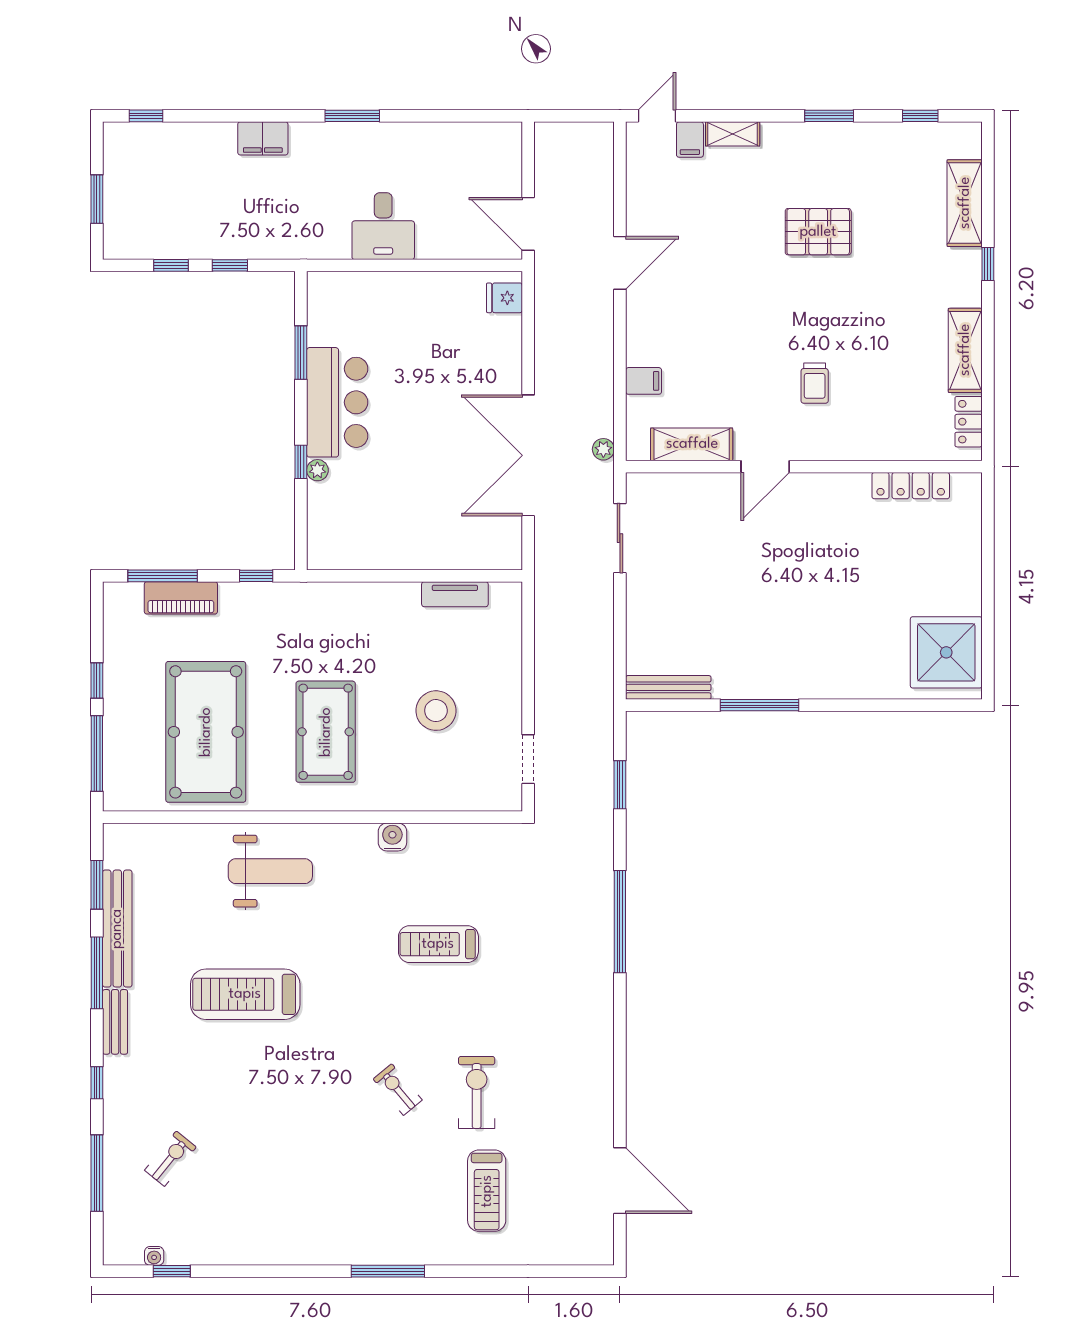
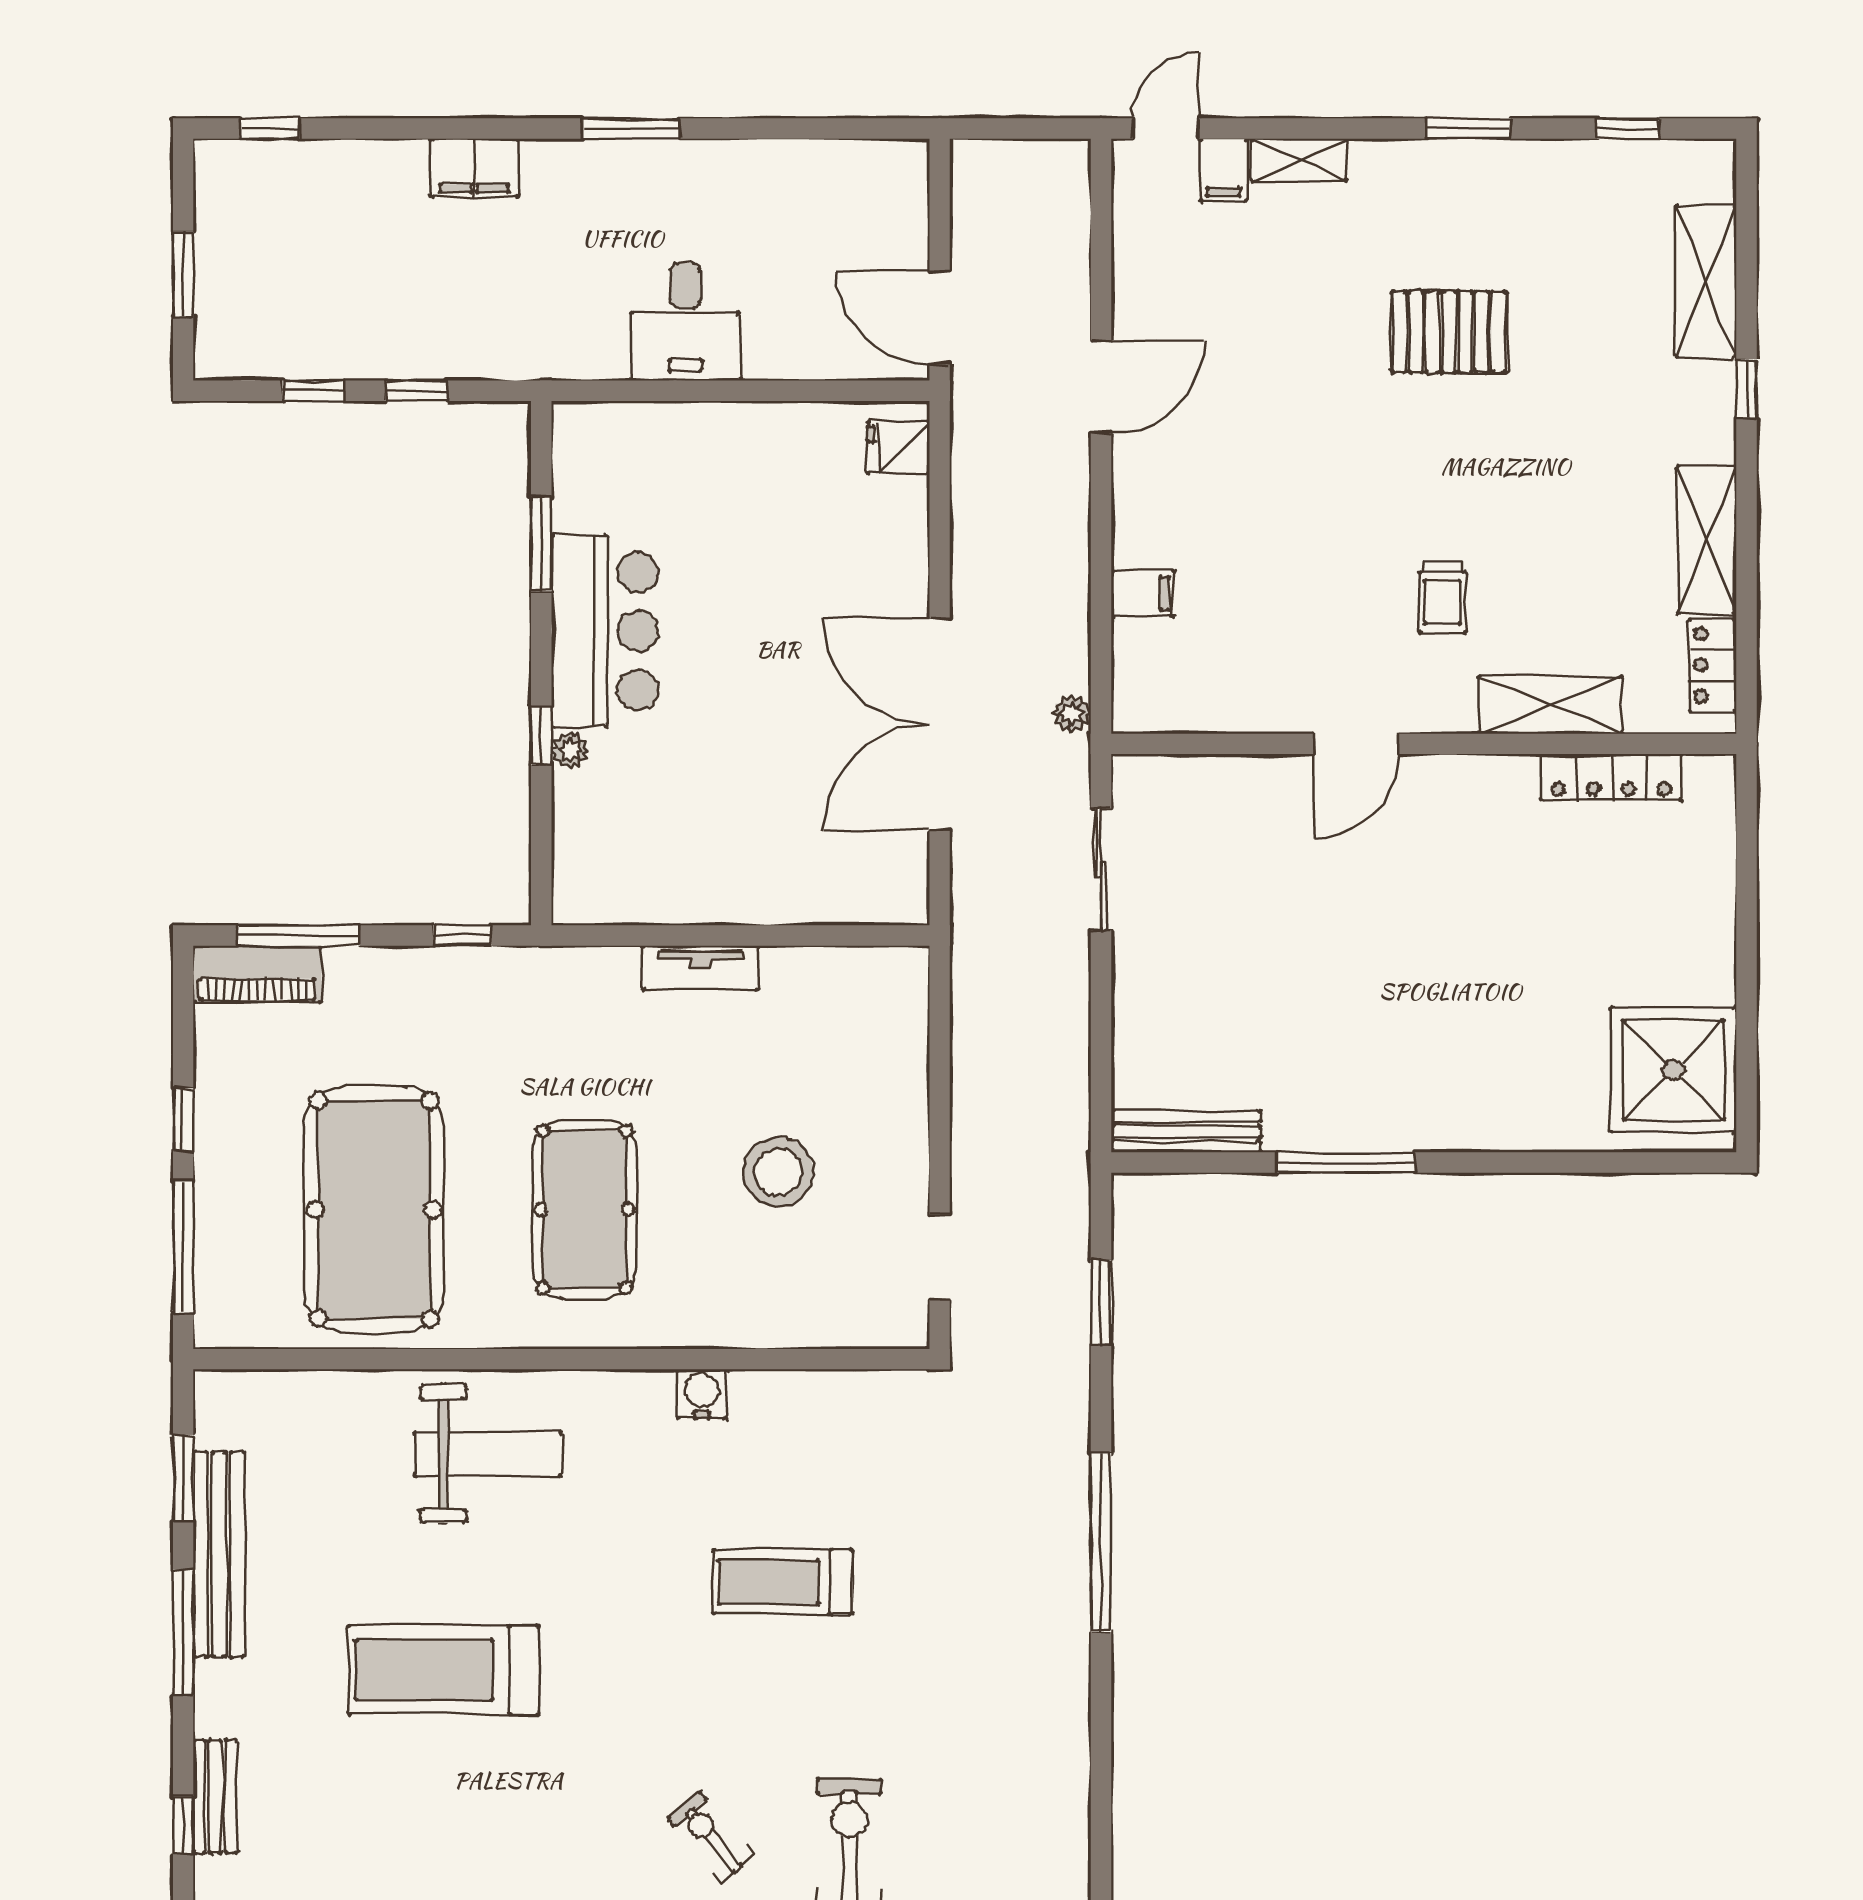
shelving: (692, 444) -> (1550, 705), moved
tv unit: (455, 594) -> (701, 968), moved
piano: (181, 598) -> (257, 974), moved
bench: (115, 1022) -> (215, 1797), moved

